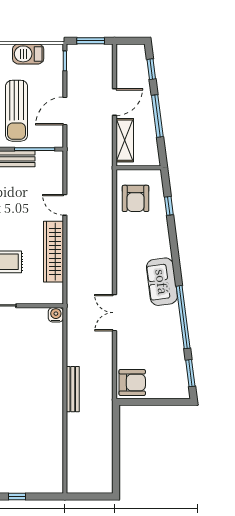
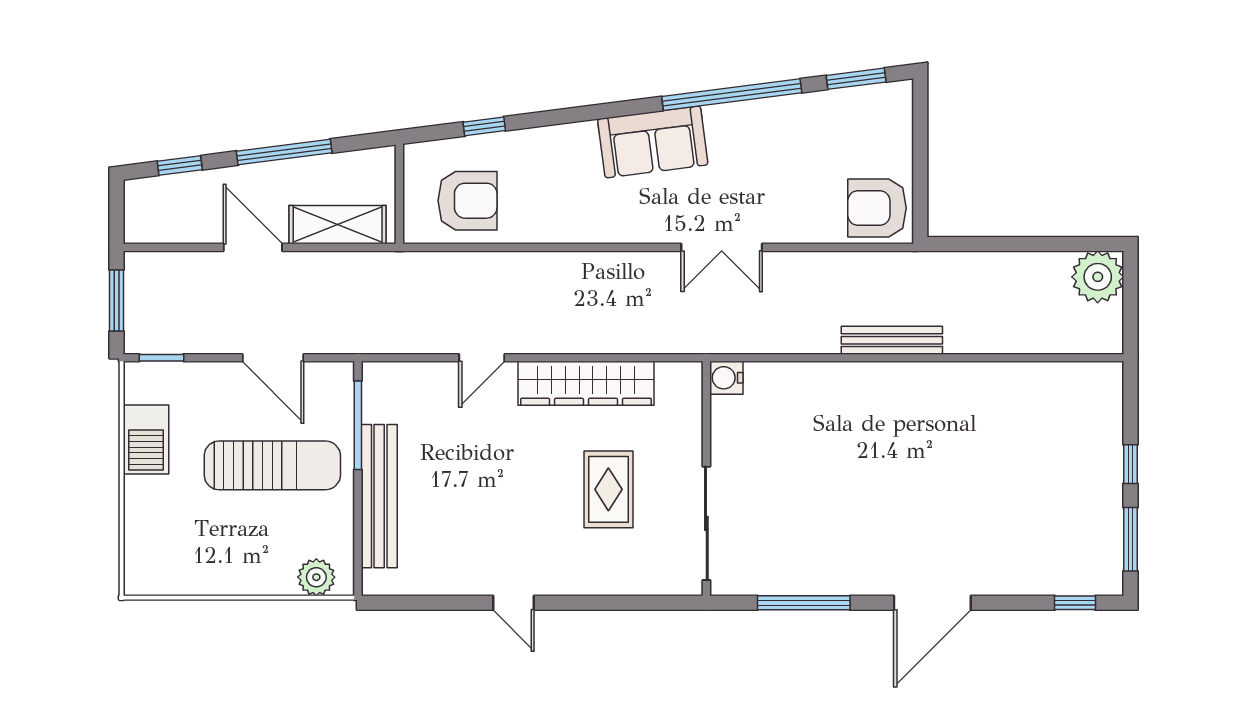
armchair: (132, 382) -> (877, 208), turned -90
plant: (101, 482) -> (1098, 277), added

